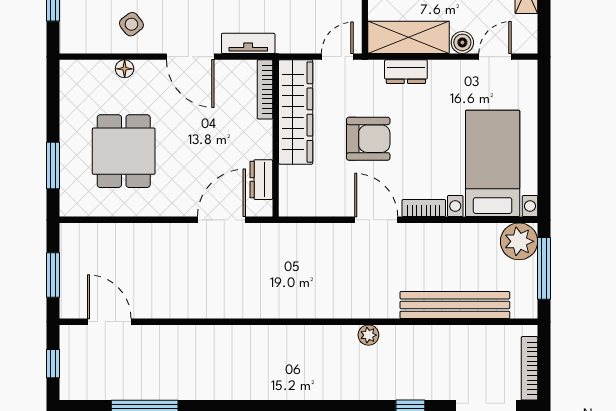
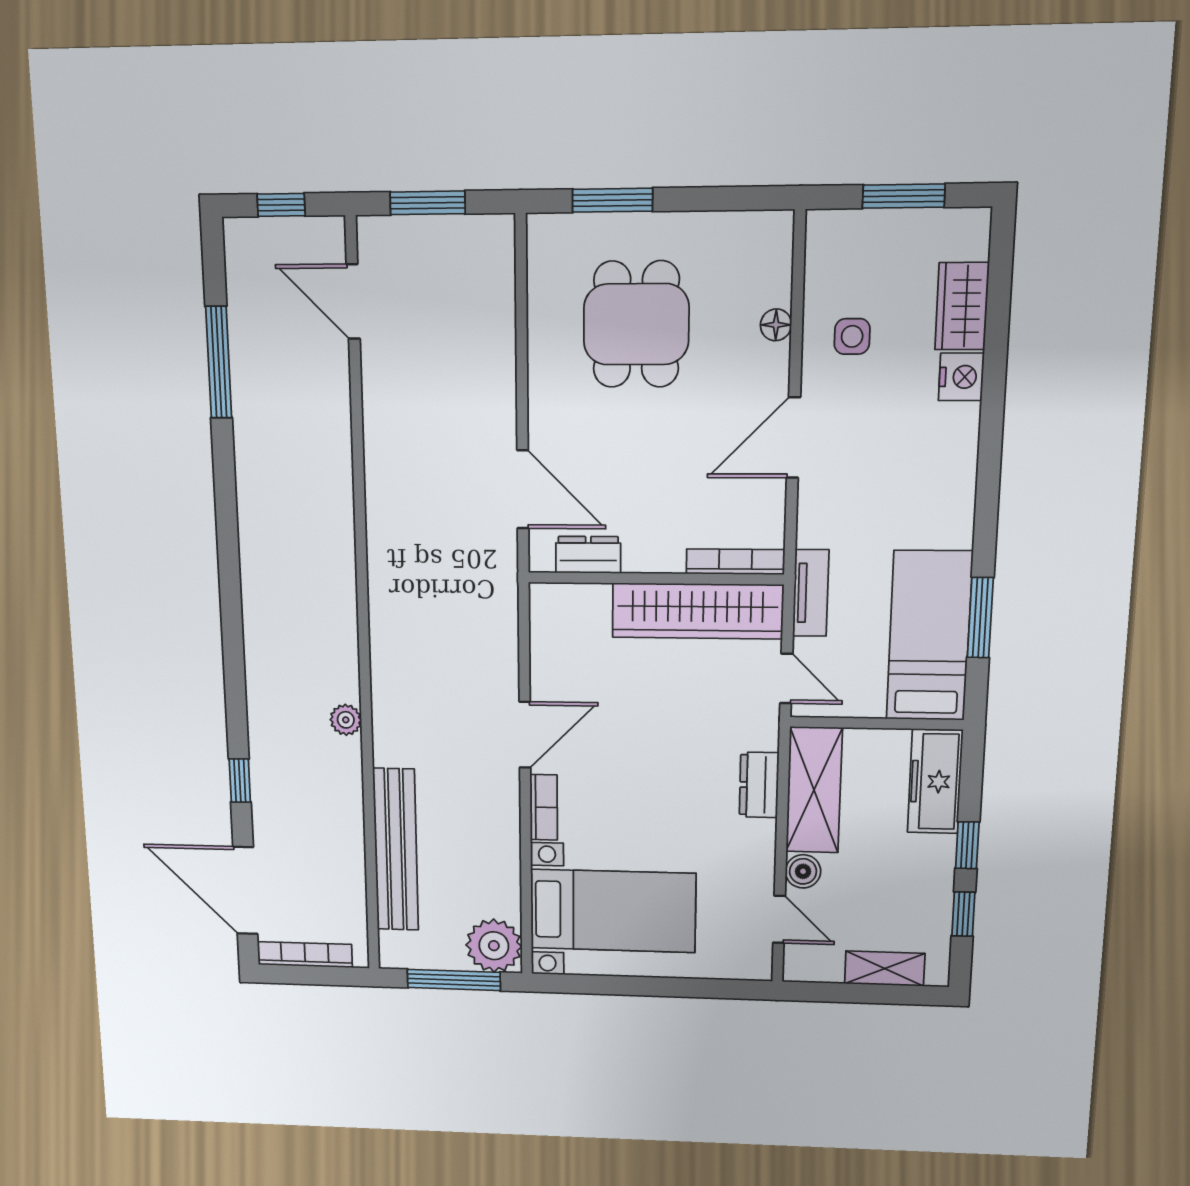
side table: (131, 24) -> (852, 336), turned 38
tv unit: (248, 43) -> (811, 593), moved
armchair: (368, 139) -> (653, 725), removed
dining table: (124, 151) -> (636, 324), turned 90
door: (109, 322) -> (353, 302), swing flipped

